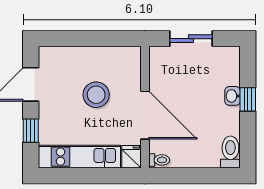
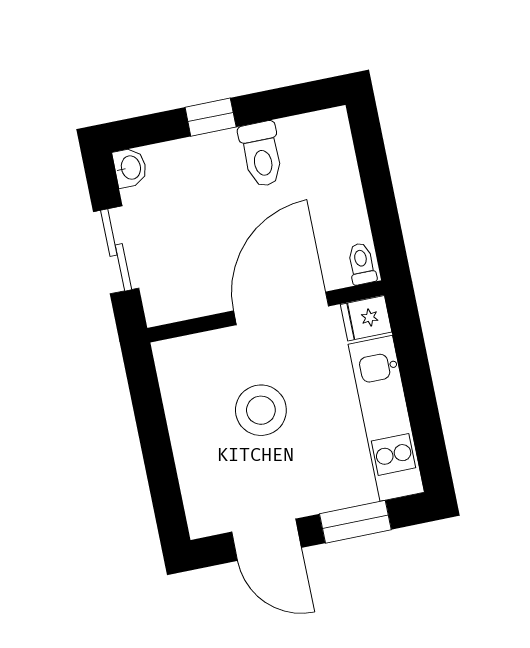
washbasin: (233, 96) -> (130, 168), moved, turned -90
window: (31, 131) -> (355, 522), width x1.50
toilet: (230, 152) -> (261, 154), moved, turned -90

